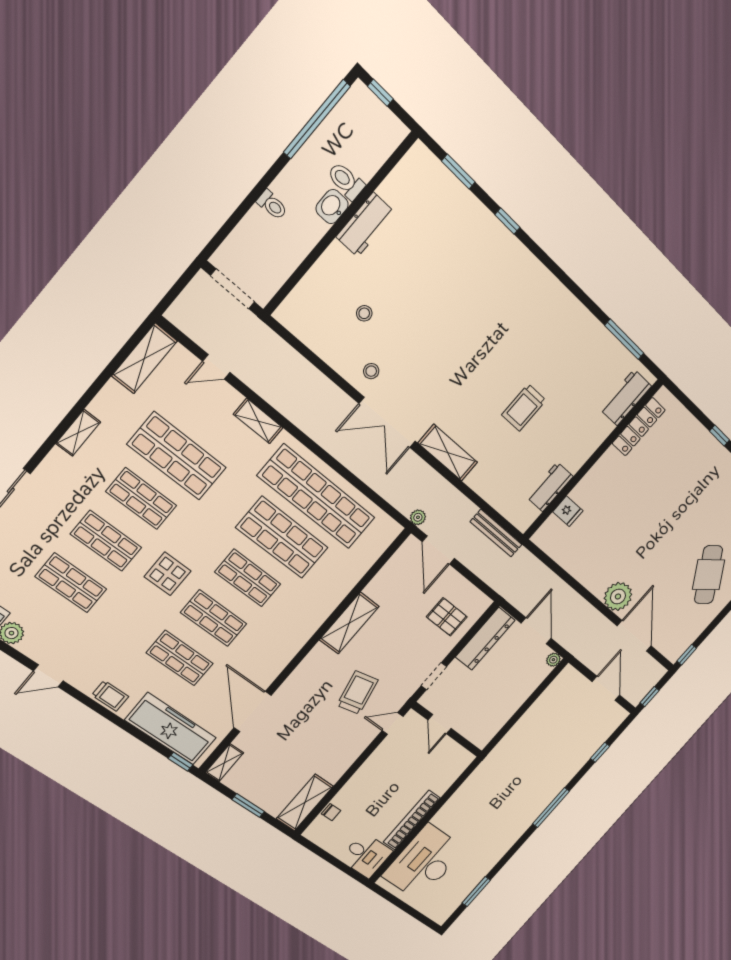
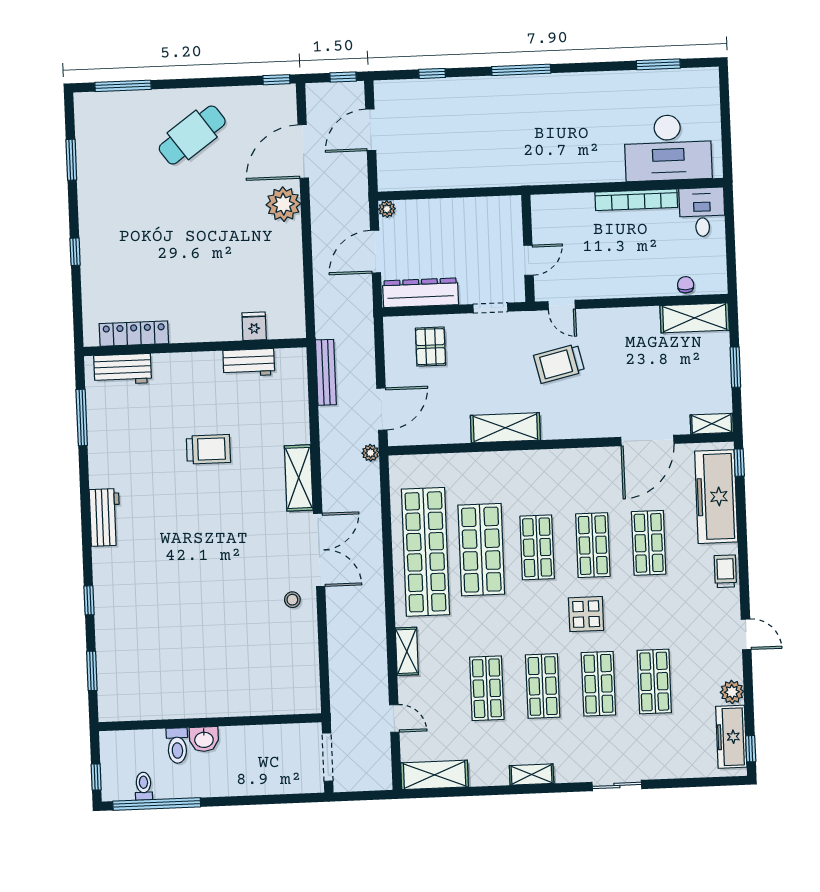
toilet: (272, 205) -> (144, 786), moved
workbench: (365, 225) -> (105, 517), moved, turned 90
stool: (364, 313) -> (256, 645), removed
shop shelf: (177, 456) -> (487, 688), width x0.70, depth x0.74

